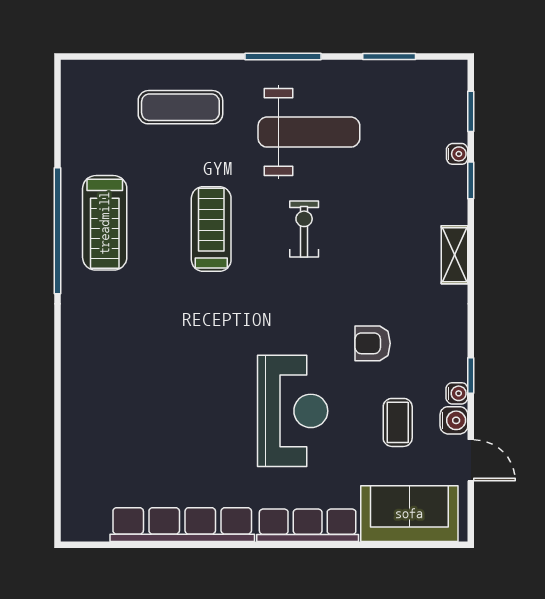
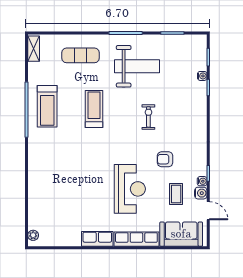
exercise bike: (304, 229) -> (148, 117), moved
shelving: (455, 255) -> (34, 49), moved
plant: (73, 516) -> (33, 235), added
row of seats: (182, 525) -> (97, 239), width x0.50

